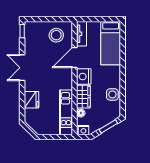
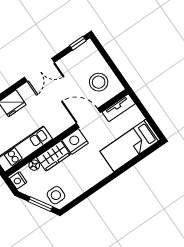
double door: (22, 68) -> (39, 70), swing flipped
side table: (112, 94) -> (56, 195), moved

